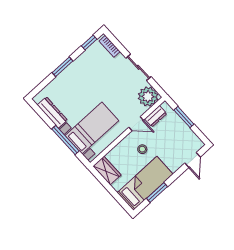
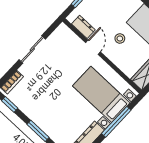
plant: (148, 97) -> (63, 37), removed

